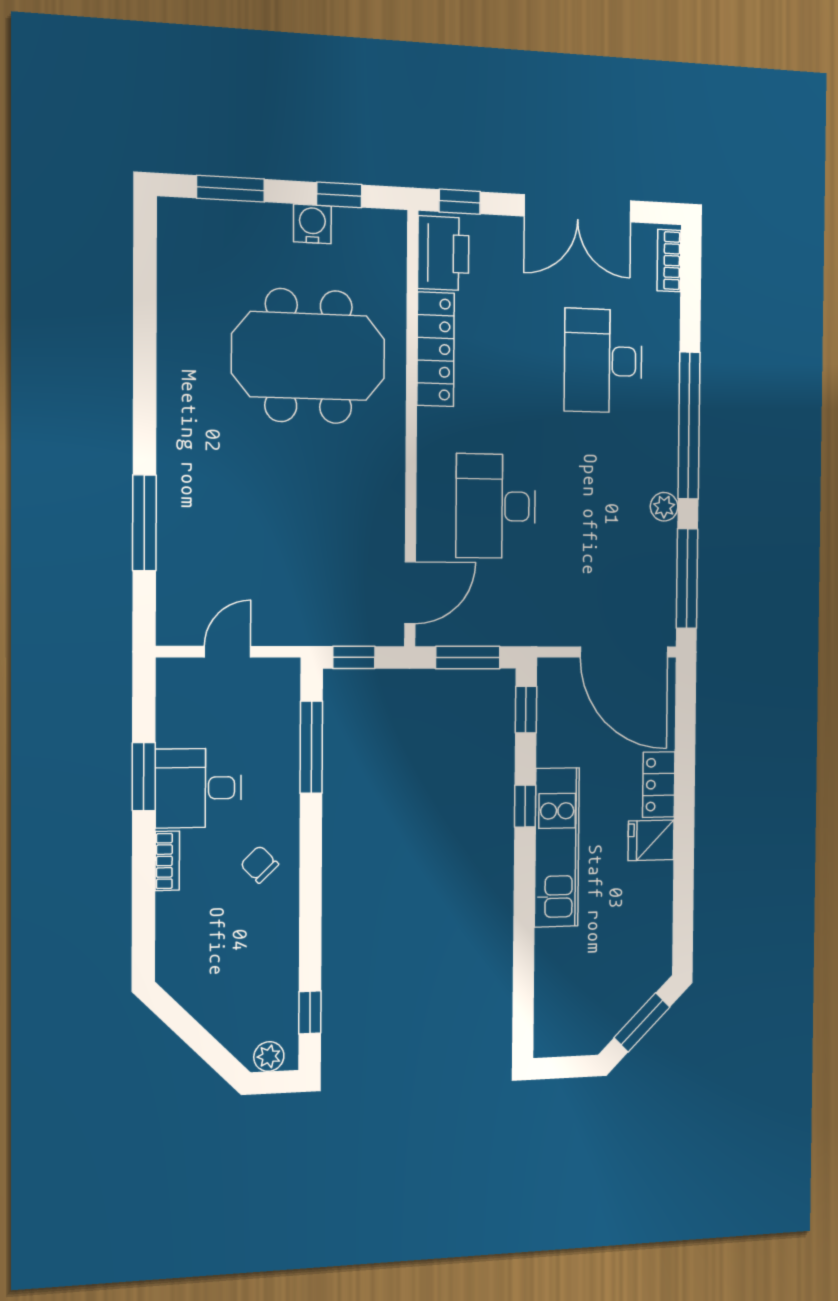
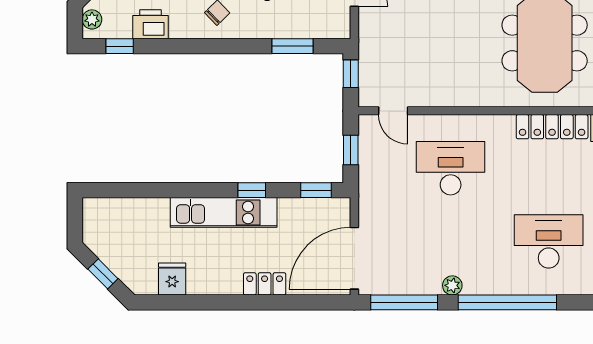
door: (410, 593) -> (393, 111), width x0.73
window: (468, 657) -> (351, 150), width x0.67
window: (311, 747) -> (293, 46), width x0.69
fridge: (651, 840) -> (172, 279), moved
printer: (277, 966) -> (150, 24), added
window: (642, 1022) -> (103, 274), width x0.67

